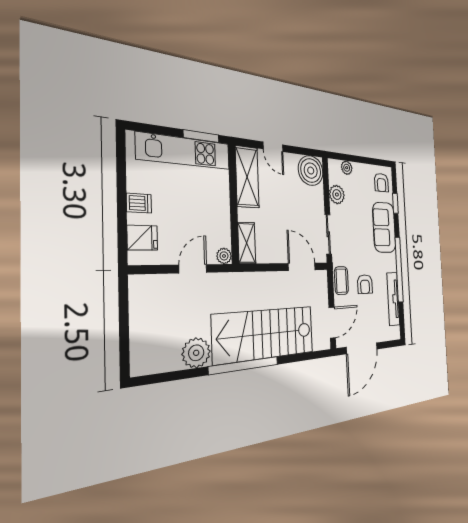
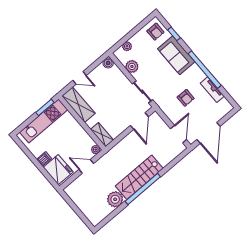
boiler: (311, 171) -> (108, 63), width x0.54, depth x0.54
fridge: (142, 238) -> (58, 170), width x1.88, depth x1.34
door: (302, 267) -> (139, 121), swing flipped
door: (193, 269) -> (86, 166), hinge flipped
coffee table: (341, 281) -> (168, 109), removed
tv unit: (393, 299) -> (212, 90), width x0.71
stairs: (265, 334) -> (139, 177), width x0.73, depth x0.66

